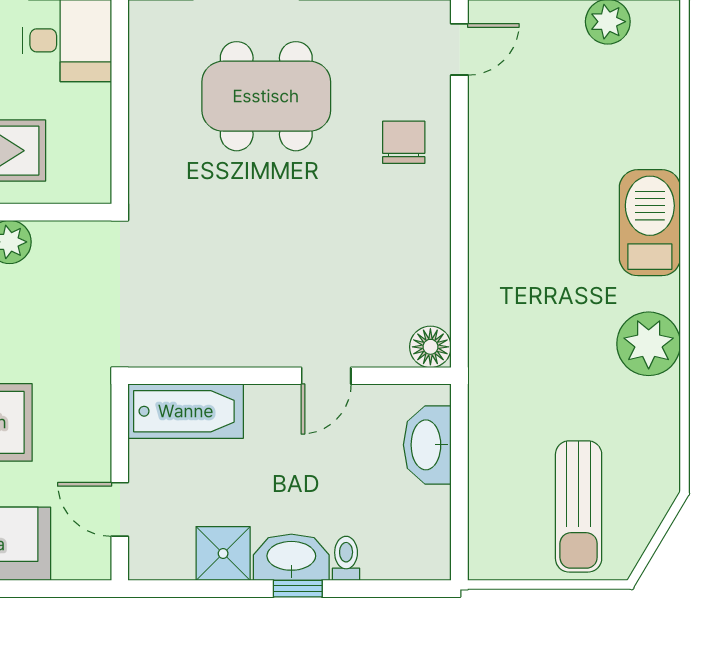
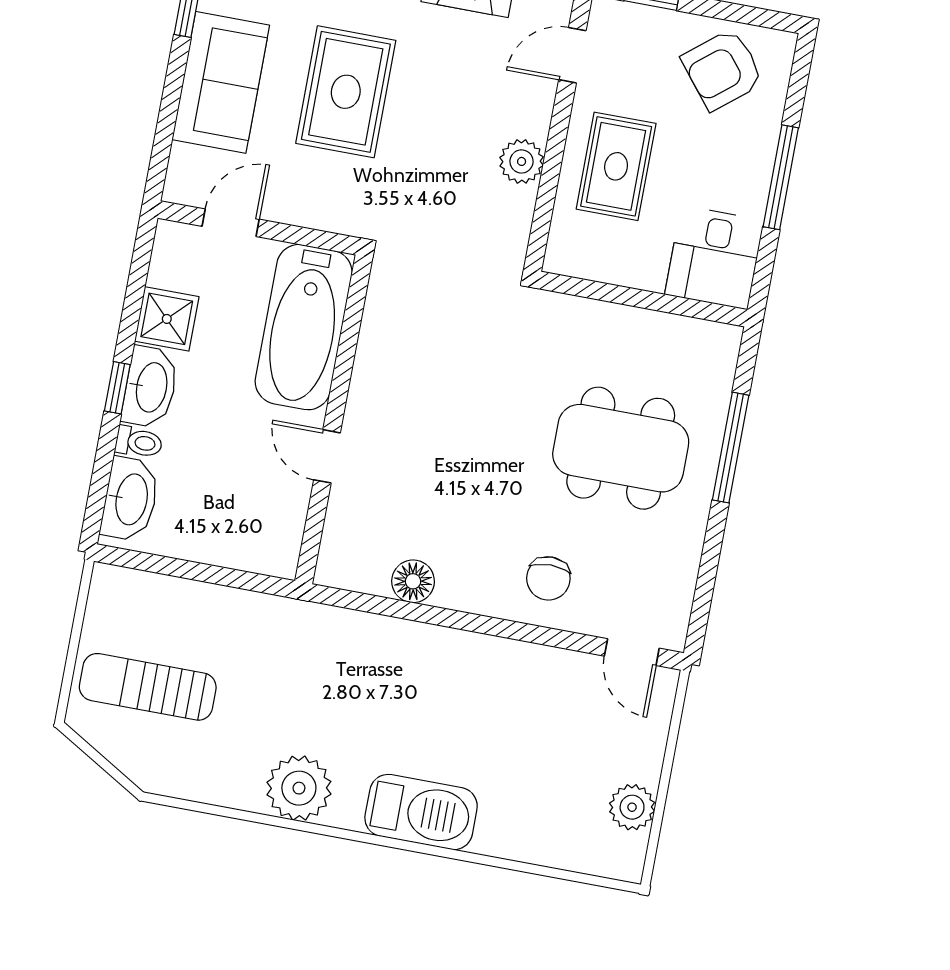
dining table: (266, 96) -> (621, 448), turned 90
chair: (404, 142) -> (548, 578), turned 90
floor lamp: (430, 347) -> (413, 581), moved
bathtub: (186, 411) -> (304, 327), width x1.36, depth x1.36
washbasin: (427, 445) -> (130, 499), moved, turned 90

